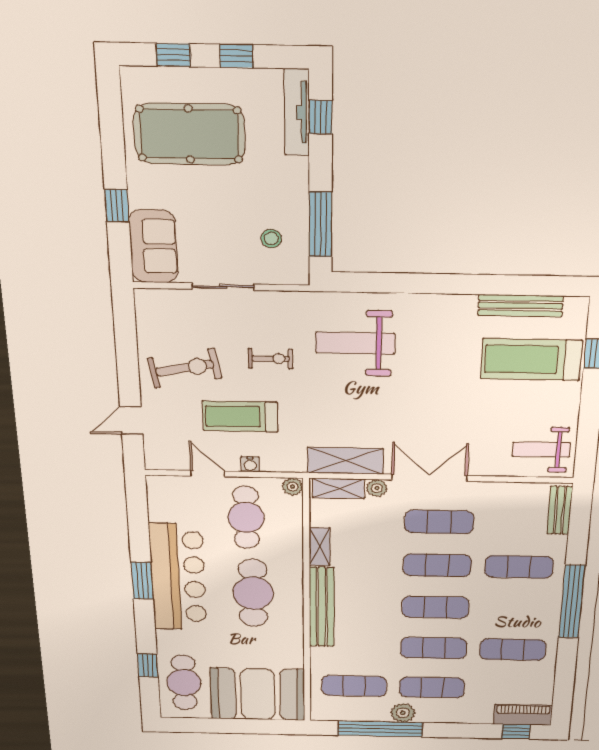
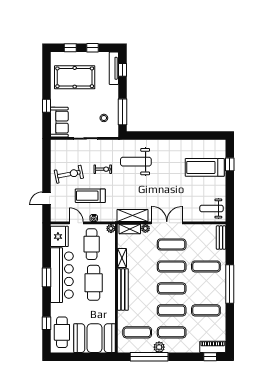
bench: (521, 306) -> (199, 144), removed
fridge: (168, 500) -> (59, 236), added

